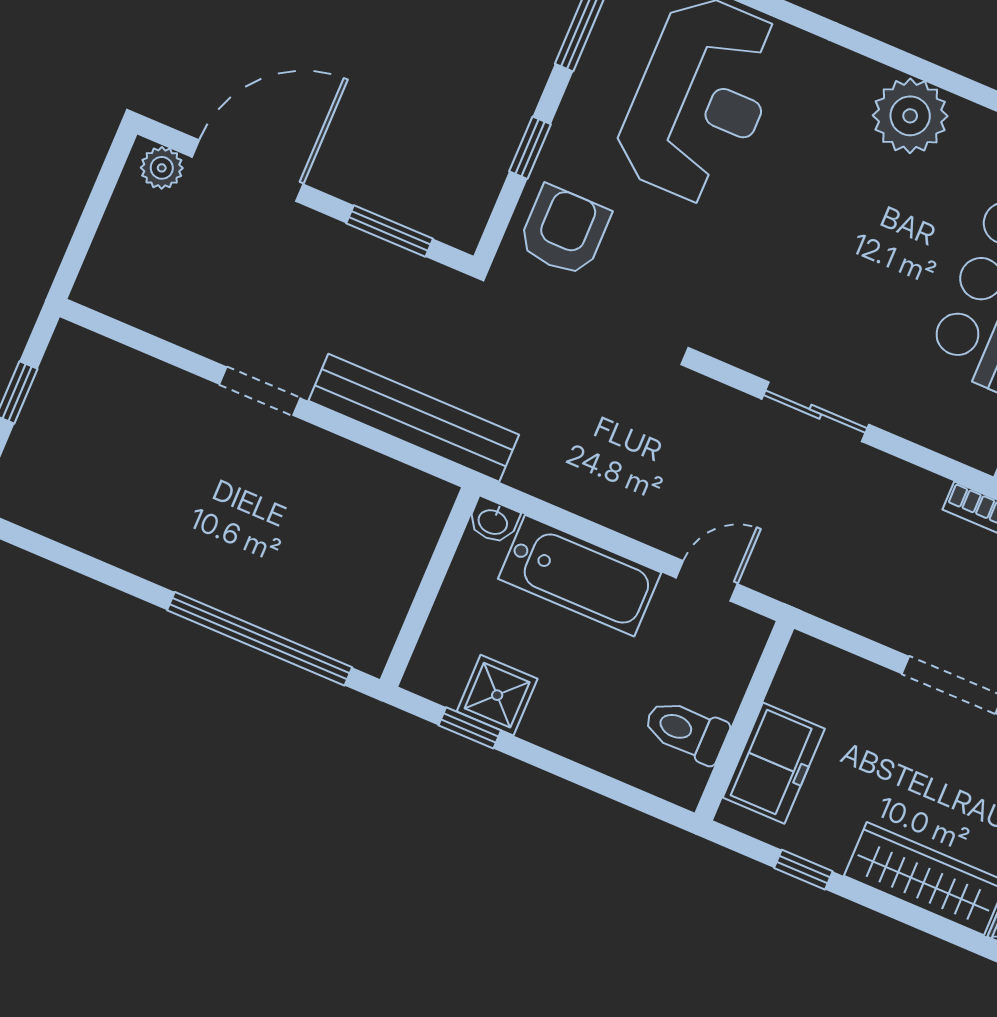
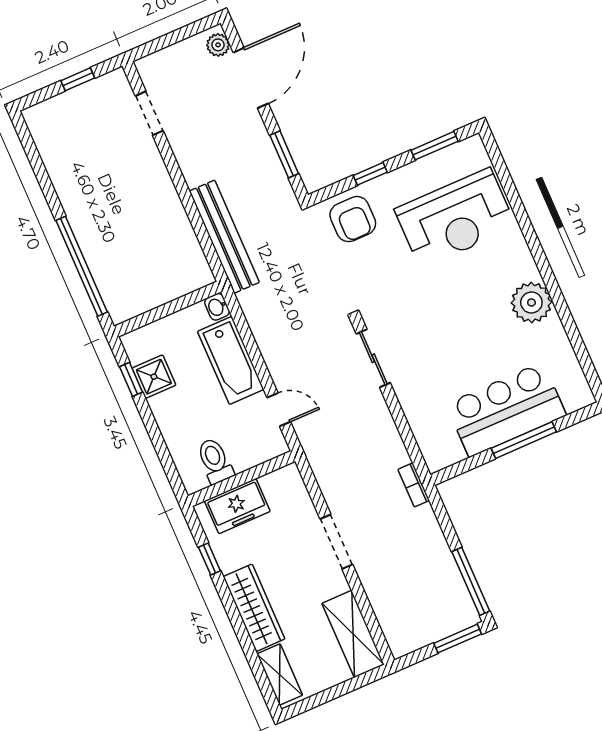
door: (248, 171) -> (251, 78), hinge flipped
armchair: (564, 231) -> (353, 219), turned 90
doorway: (260, 391) -> (149, 113), moved
sliding door: (815, 412) -> (373, 358), moved

